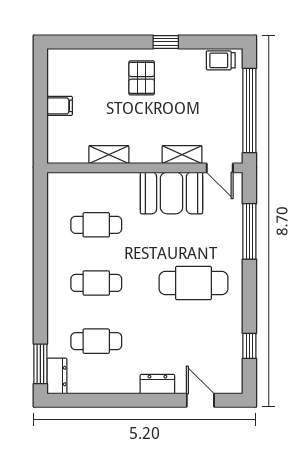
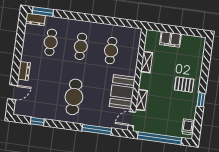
filing cabinet: (60, 106) -> (170, 39), width x2.00

